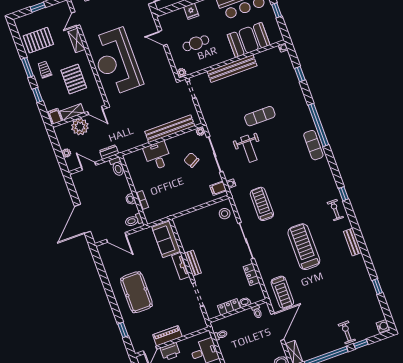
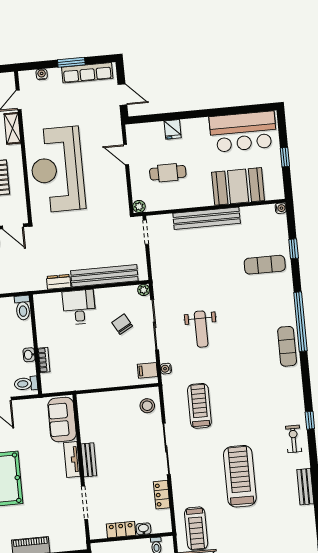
exercise mat: (260, 116) -> (265, 265), moved
dresser: (109, 152) -> (59, 282), moved

